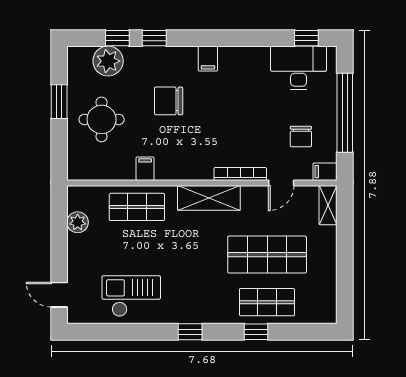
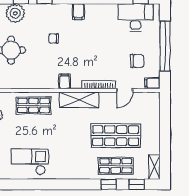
chair: (169, 101) -> (53, 38), width x0.54, depth x0.54
chair: (301, 137) -> (137, 61), turned -90
filing cabinet: (145, 169) -> (65, 81), moved
shelving: (328, 205) -> (154, 167), moved
window: (190, 332) -> (137, 184), moved

